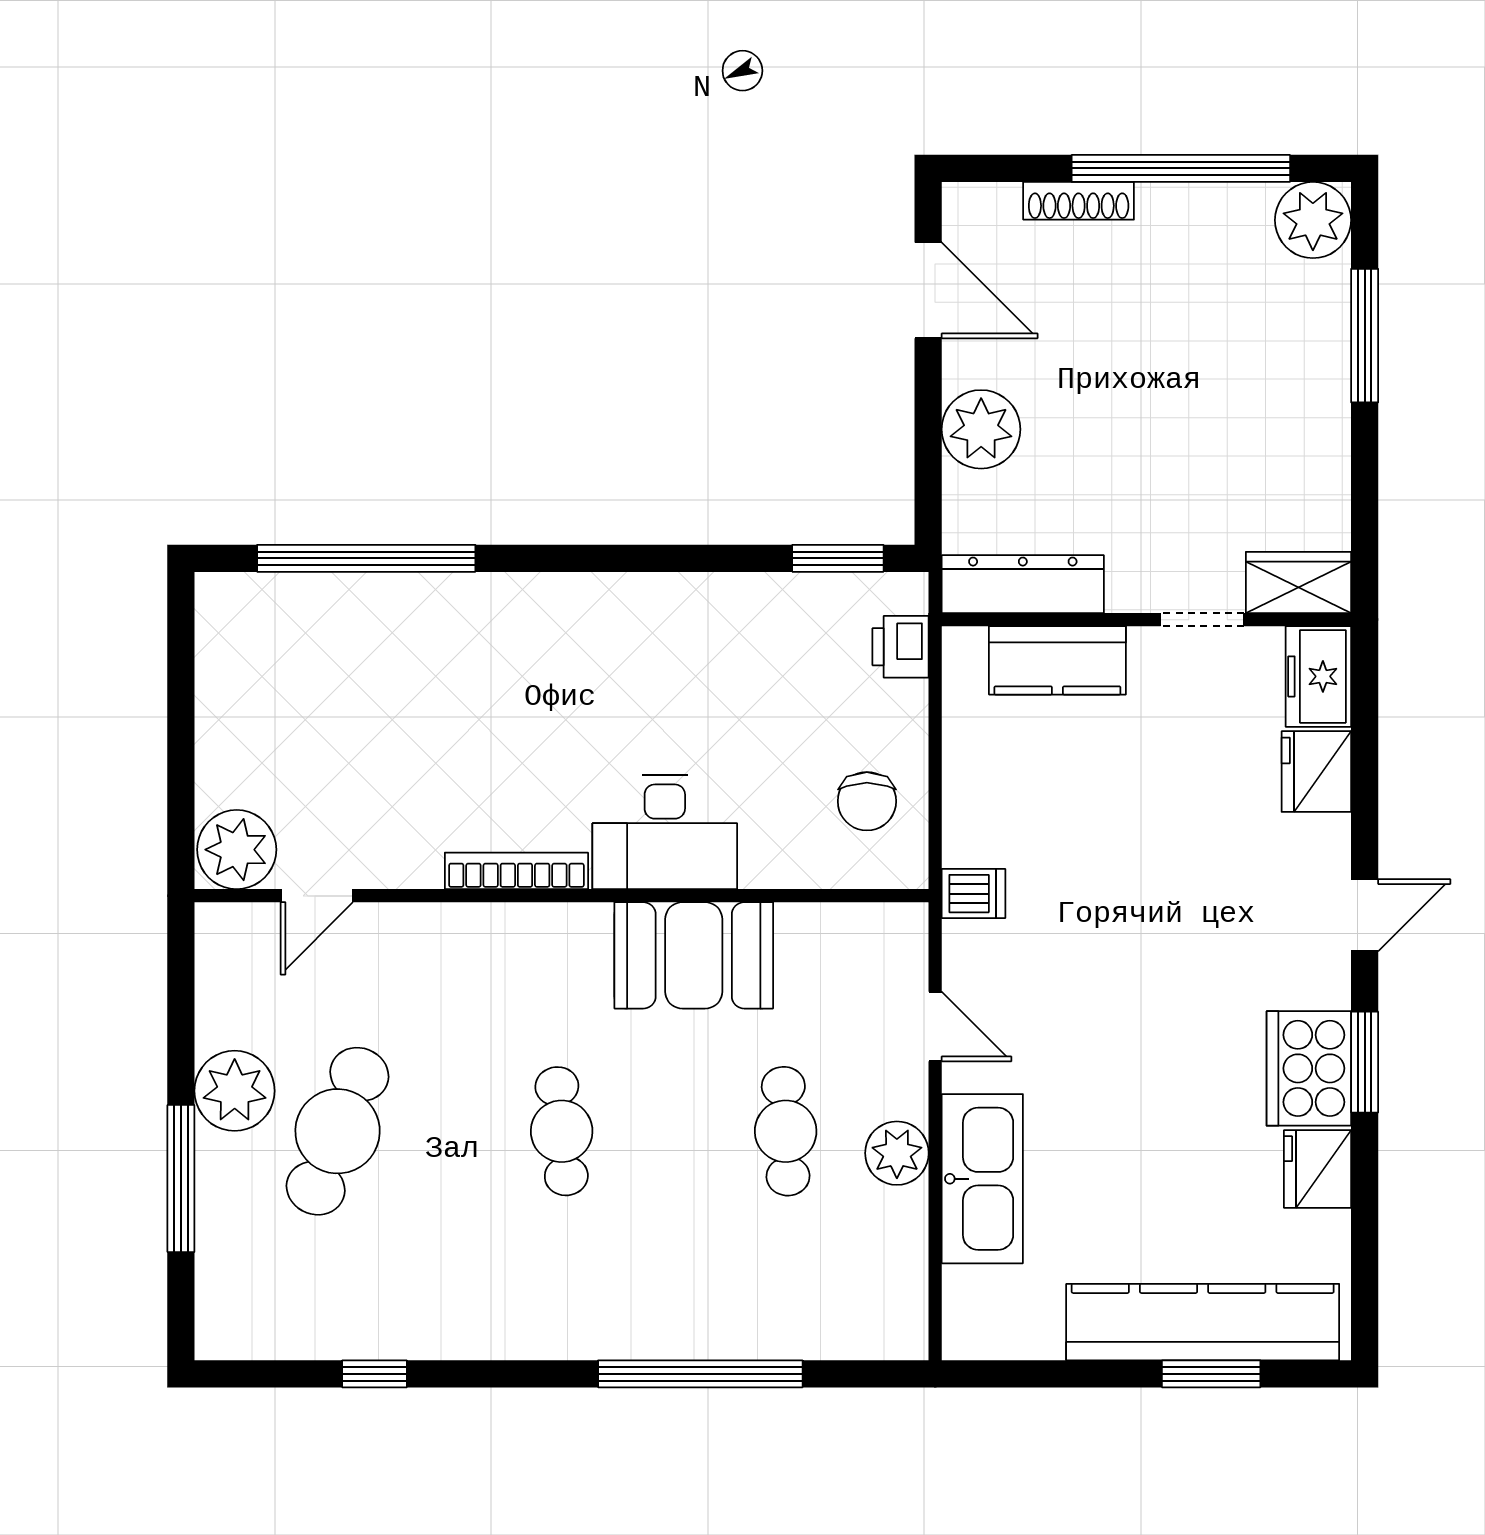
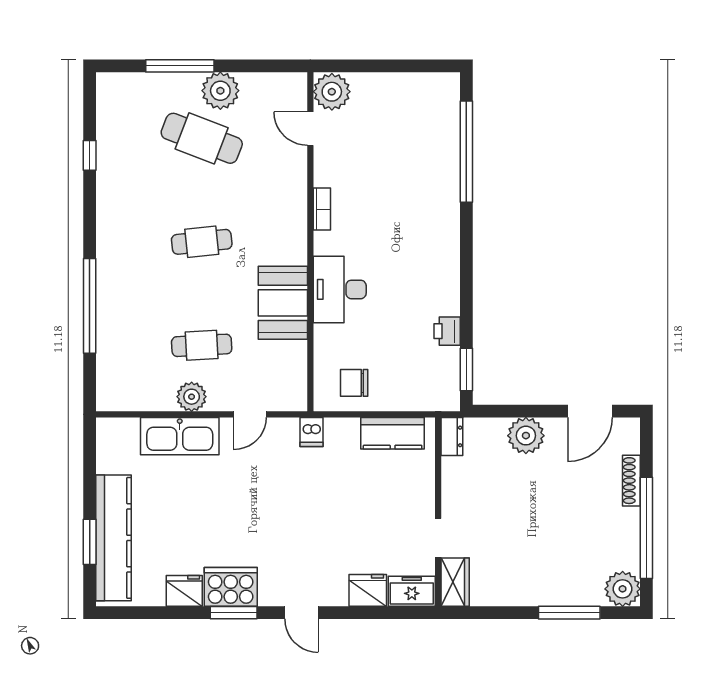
dresser: (1023, 584) -> (452, 436), width x0.51, depth x0.80
printer: (901, 647) -> (447, 331), moved, turned -90
kitchen counter: (1057, 660) -> (393, 433), moved, turned -90
bookcase: (516, 871) -> (322, 209), width x0.64

